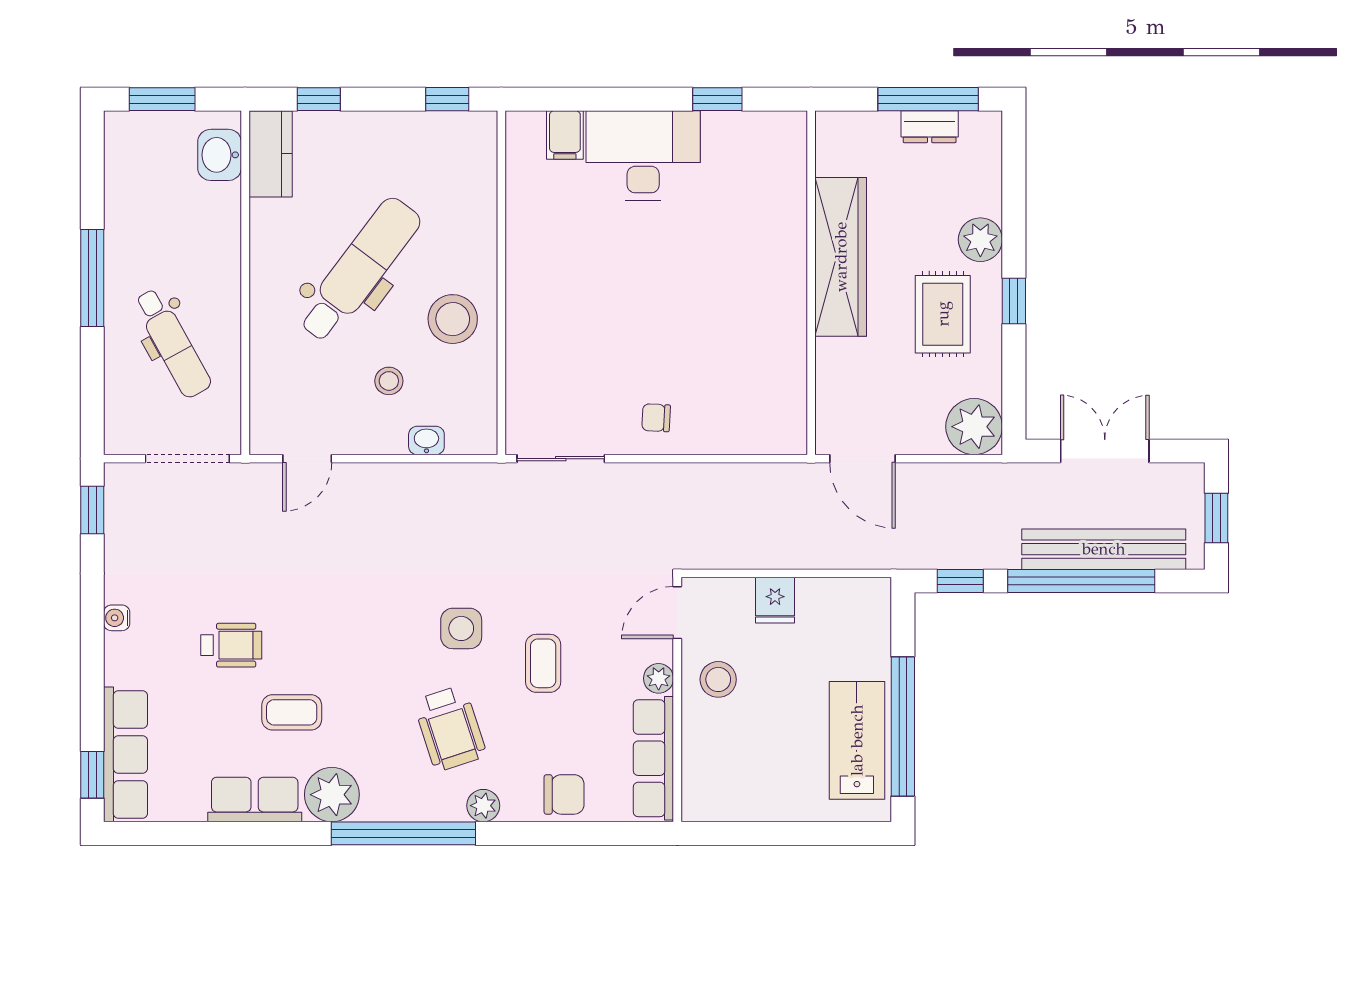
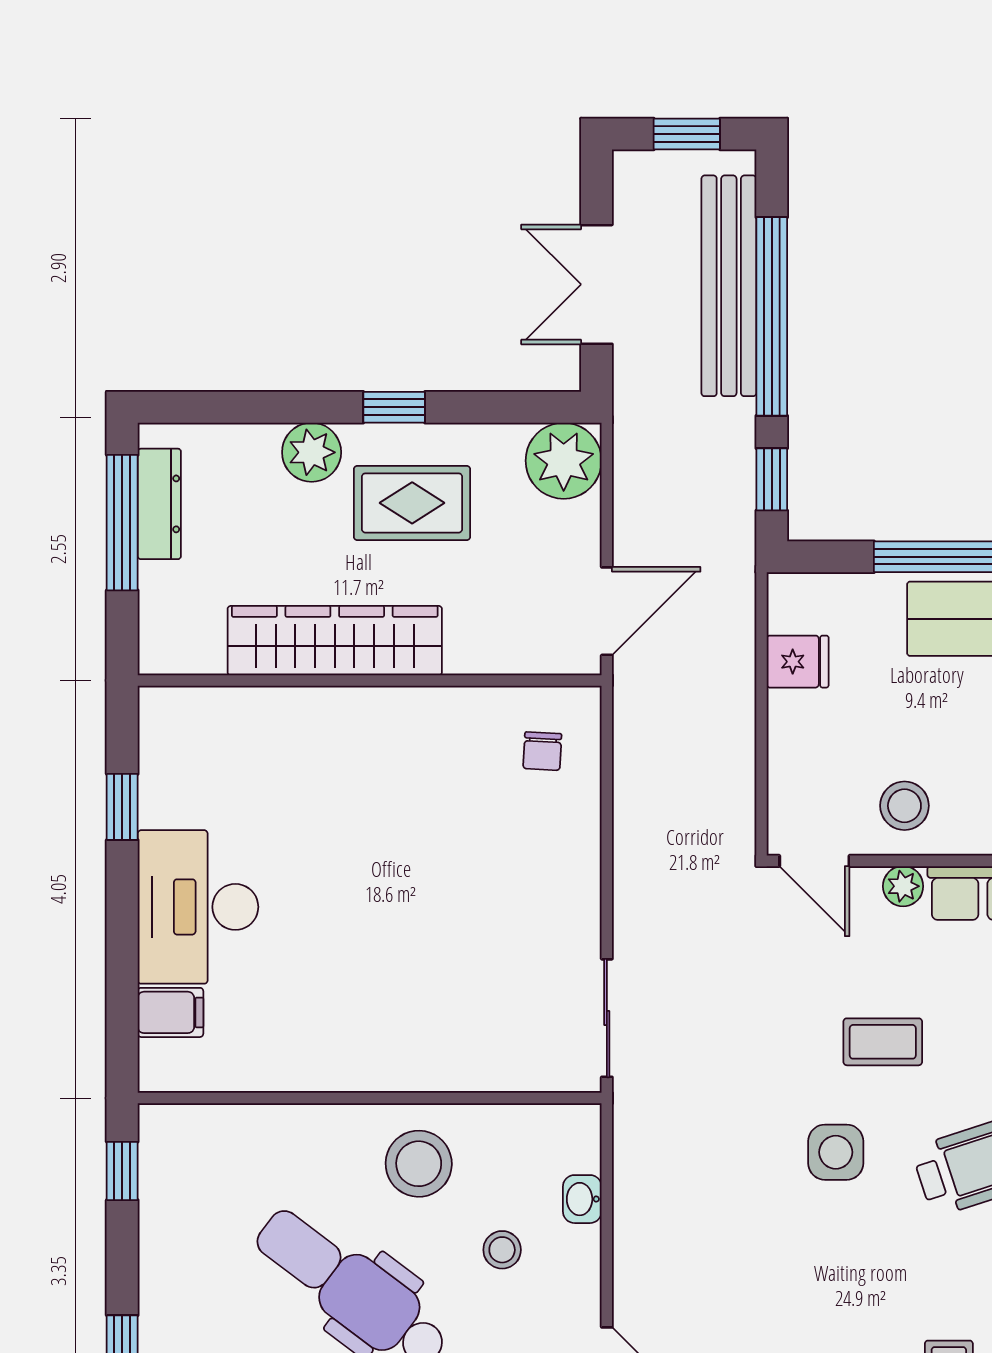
dresser: (930, 127) -> (159, 504), width x1.44
chair: (656, 418) -> (542, 751), moved
fridge: (775, 600) -> (798, 662), moved

